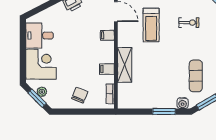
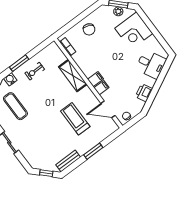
exercise bike: (189, 23) -> (35, 71), moved
desk: (39, 36) -> (151, 64), moved, turned 63
filing cabinet: (107, 69) -> (95, 79), moved

